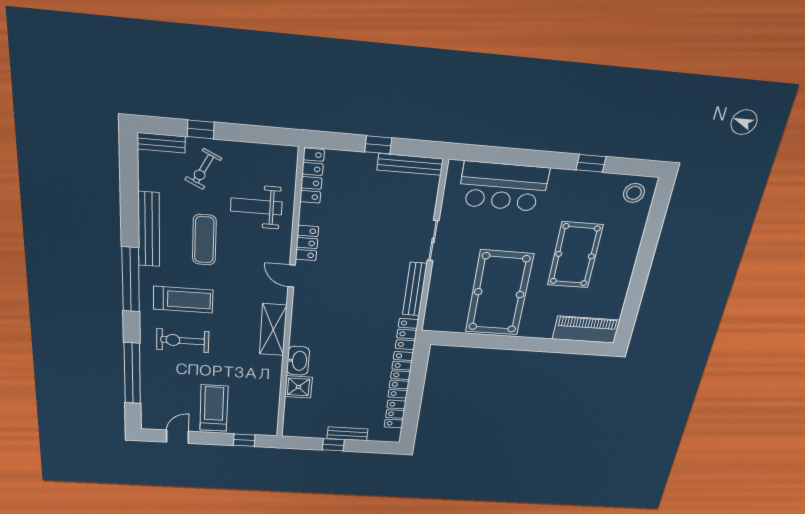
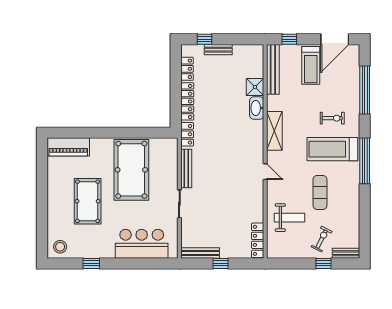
bench: (149, 229) -> (273, 69), moved
locker: (307, 243) -> (257, 196), removed
treadmill: (183, 300) -> (332, 149), width x1.37, depth x1.38
exercise bike: (183, 341) -> (332, 118), width x0.73, depth x0.72
door: (178, 437) -> (335, 39), width x1.87
window: (333, 445) -> (205, 39), moved

